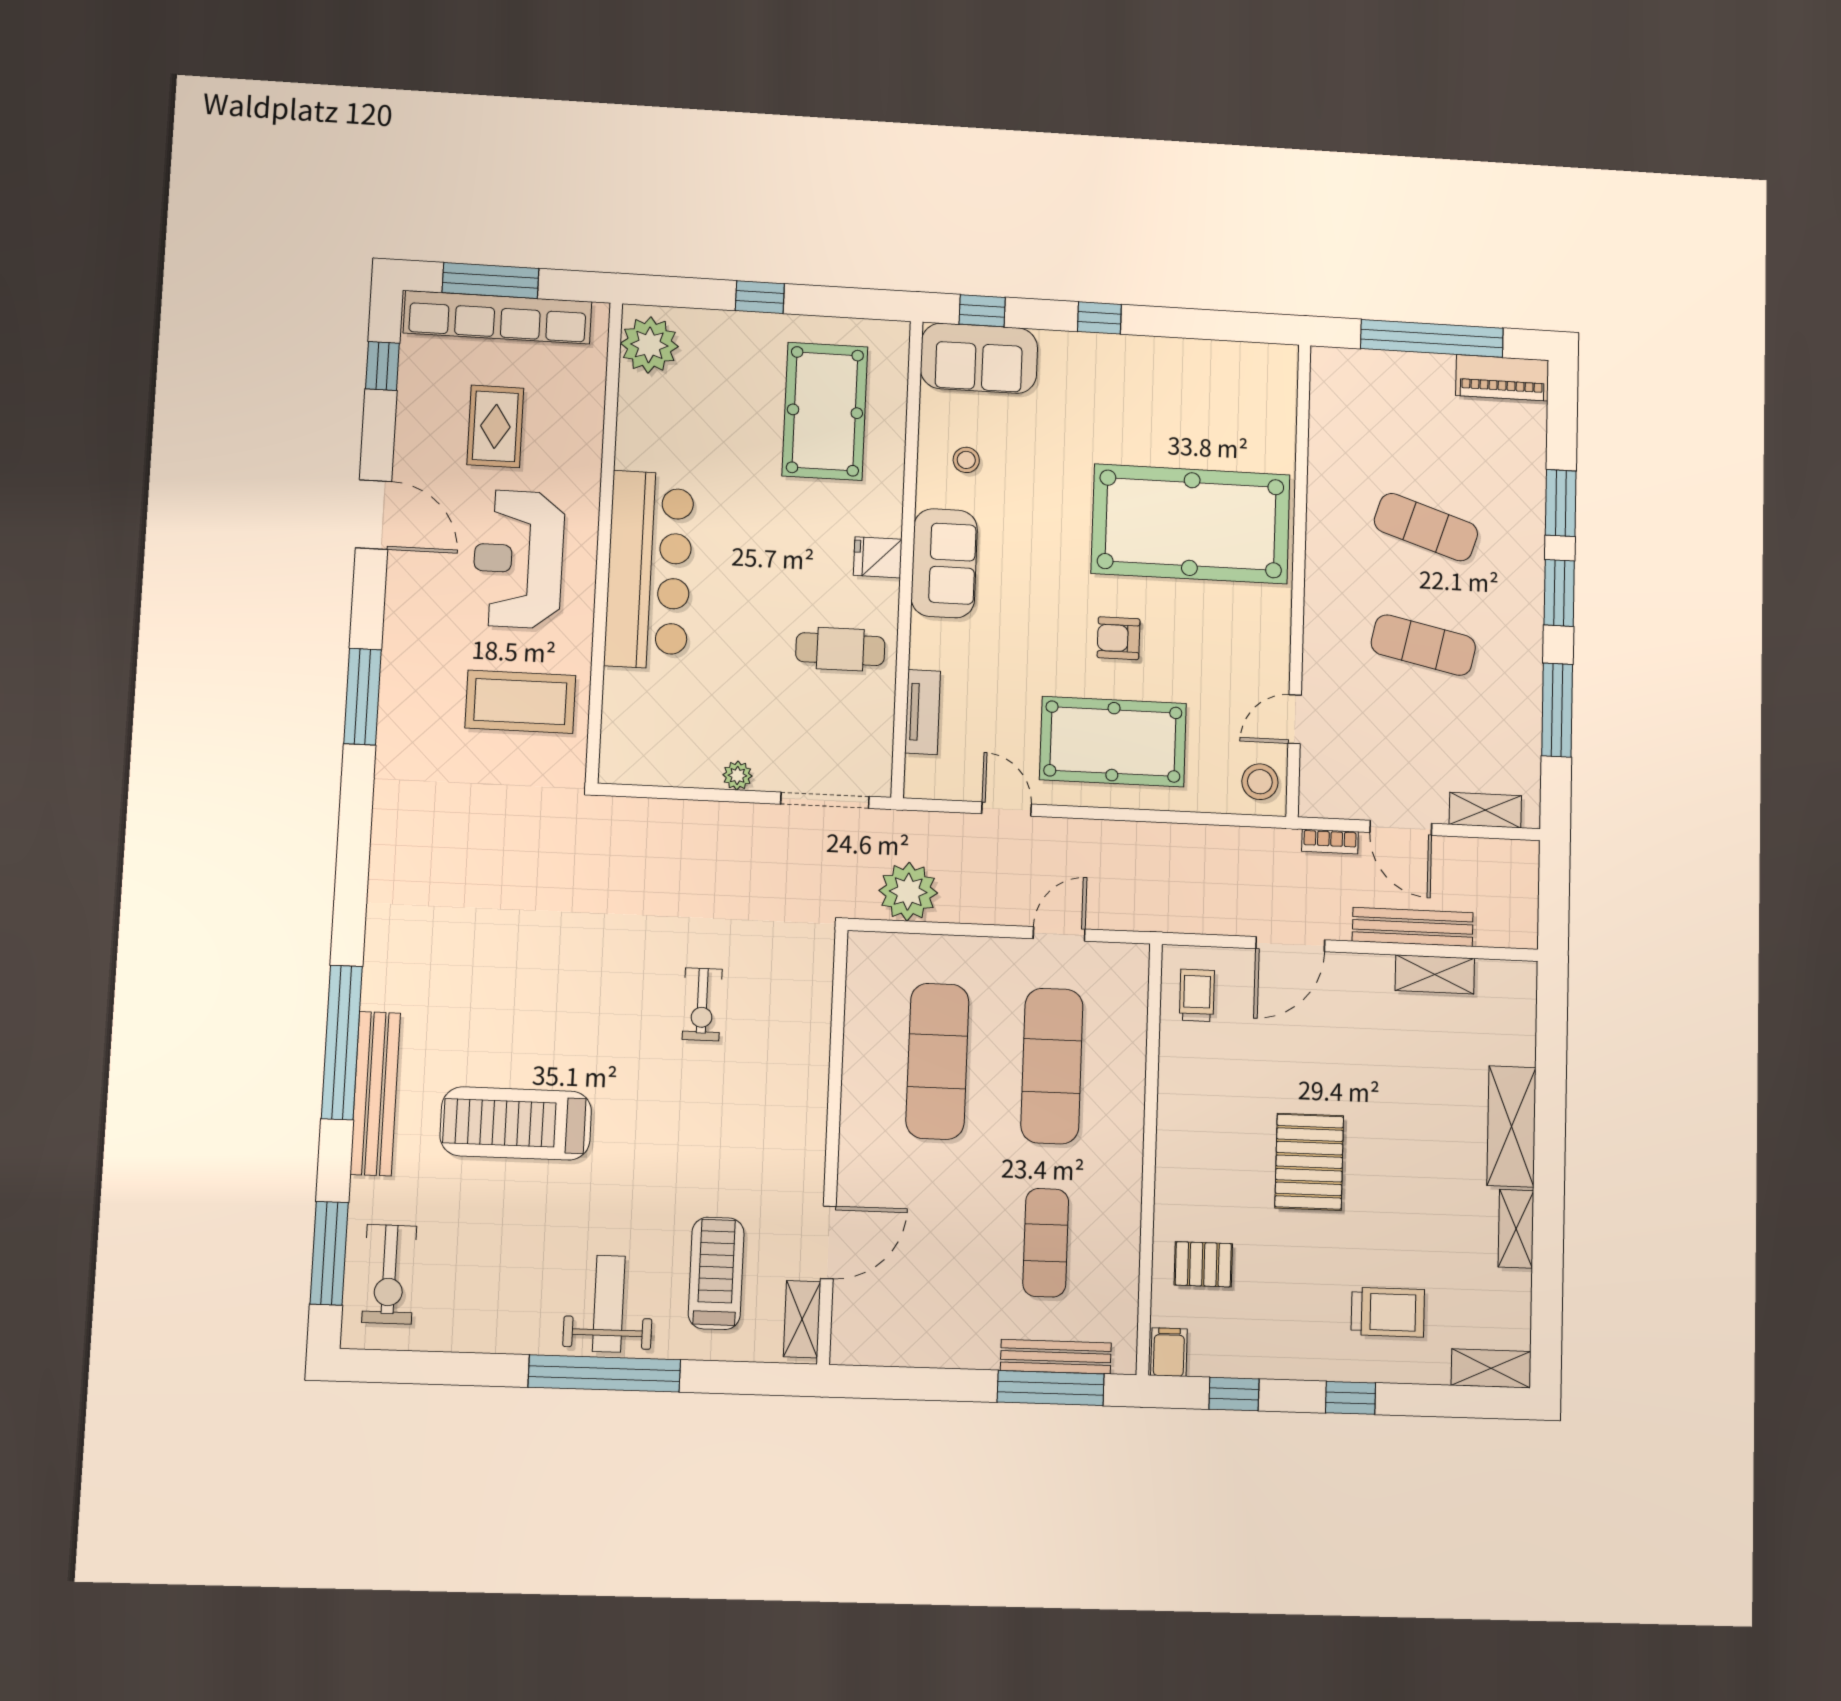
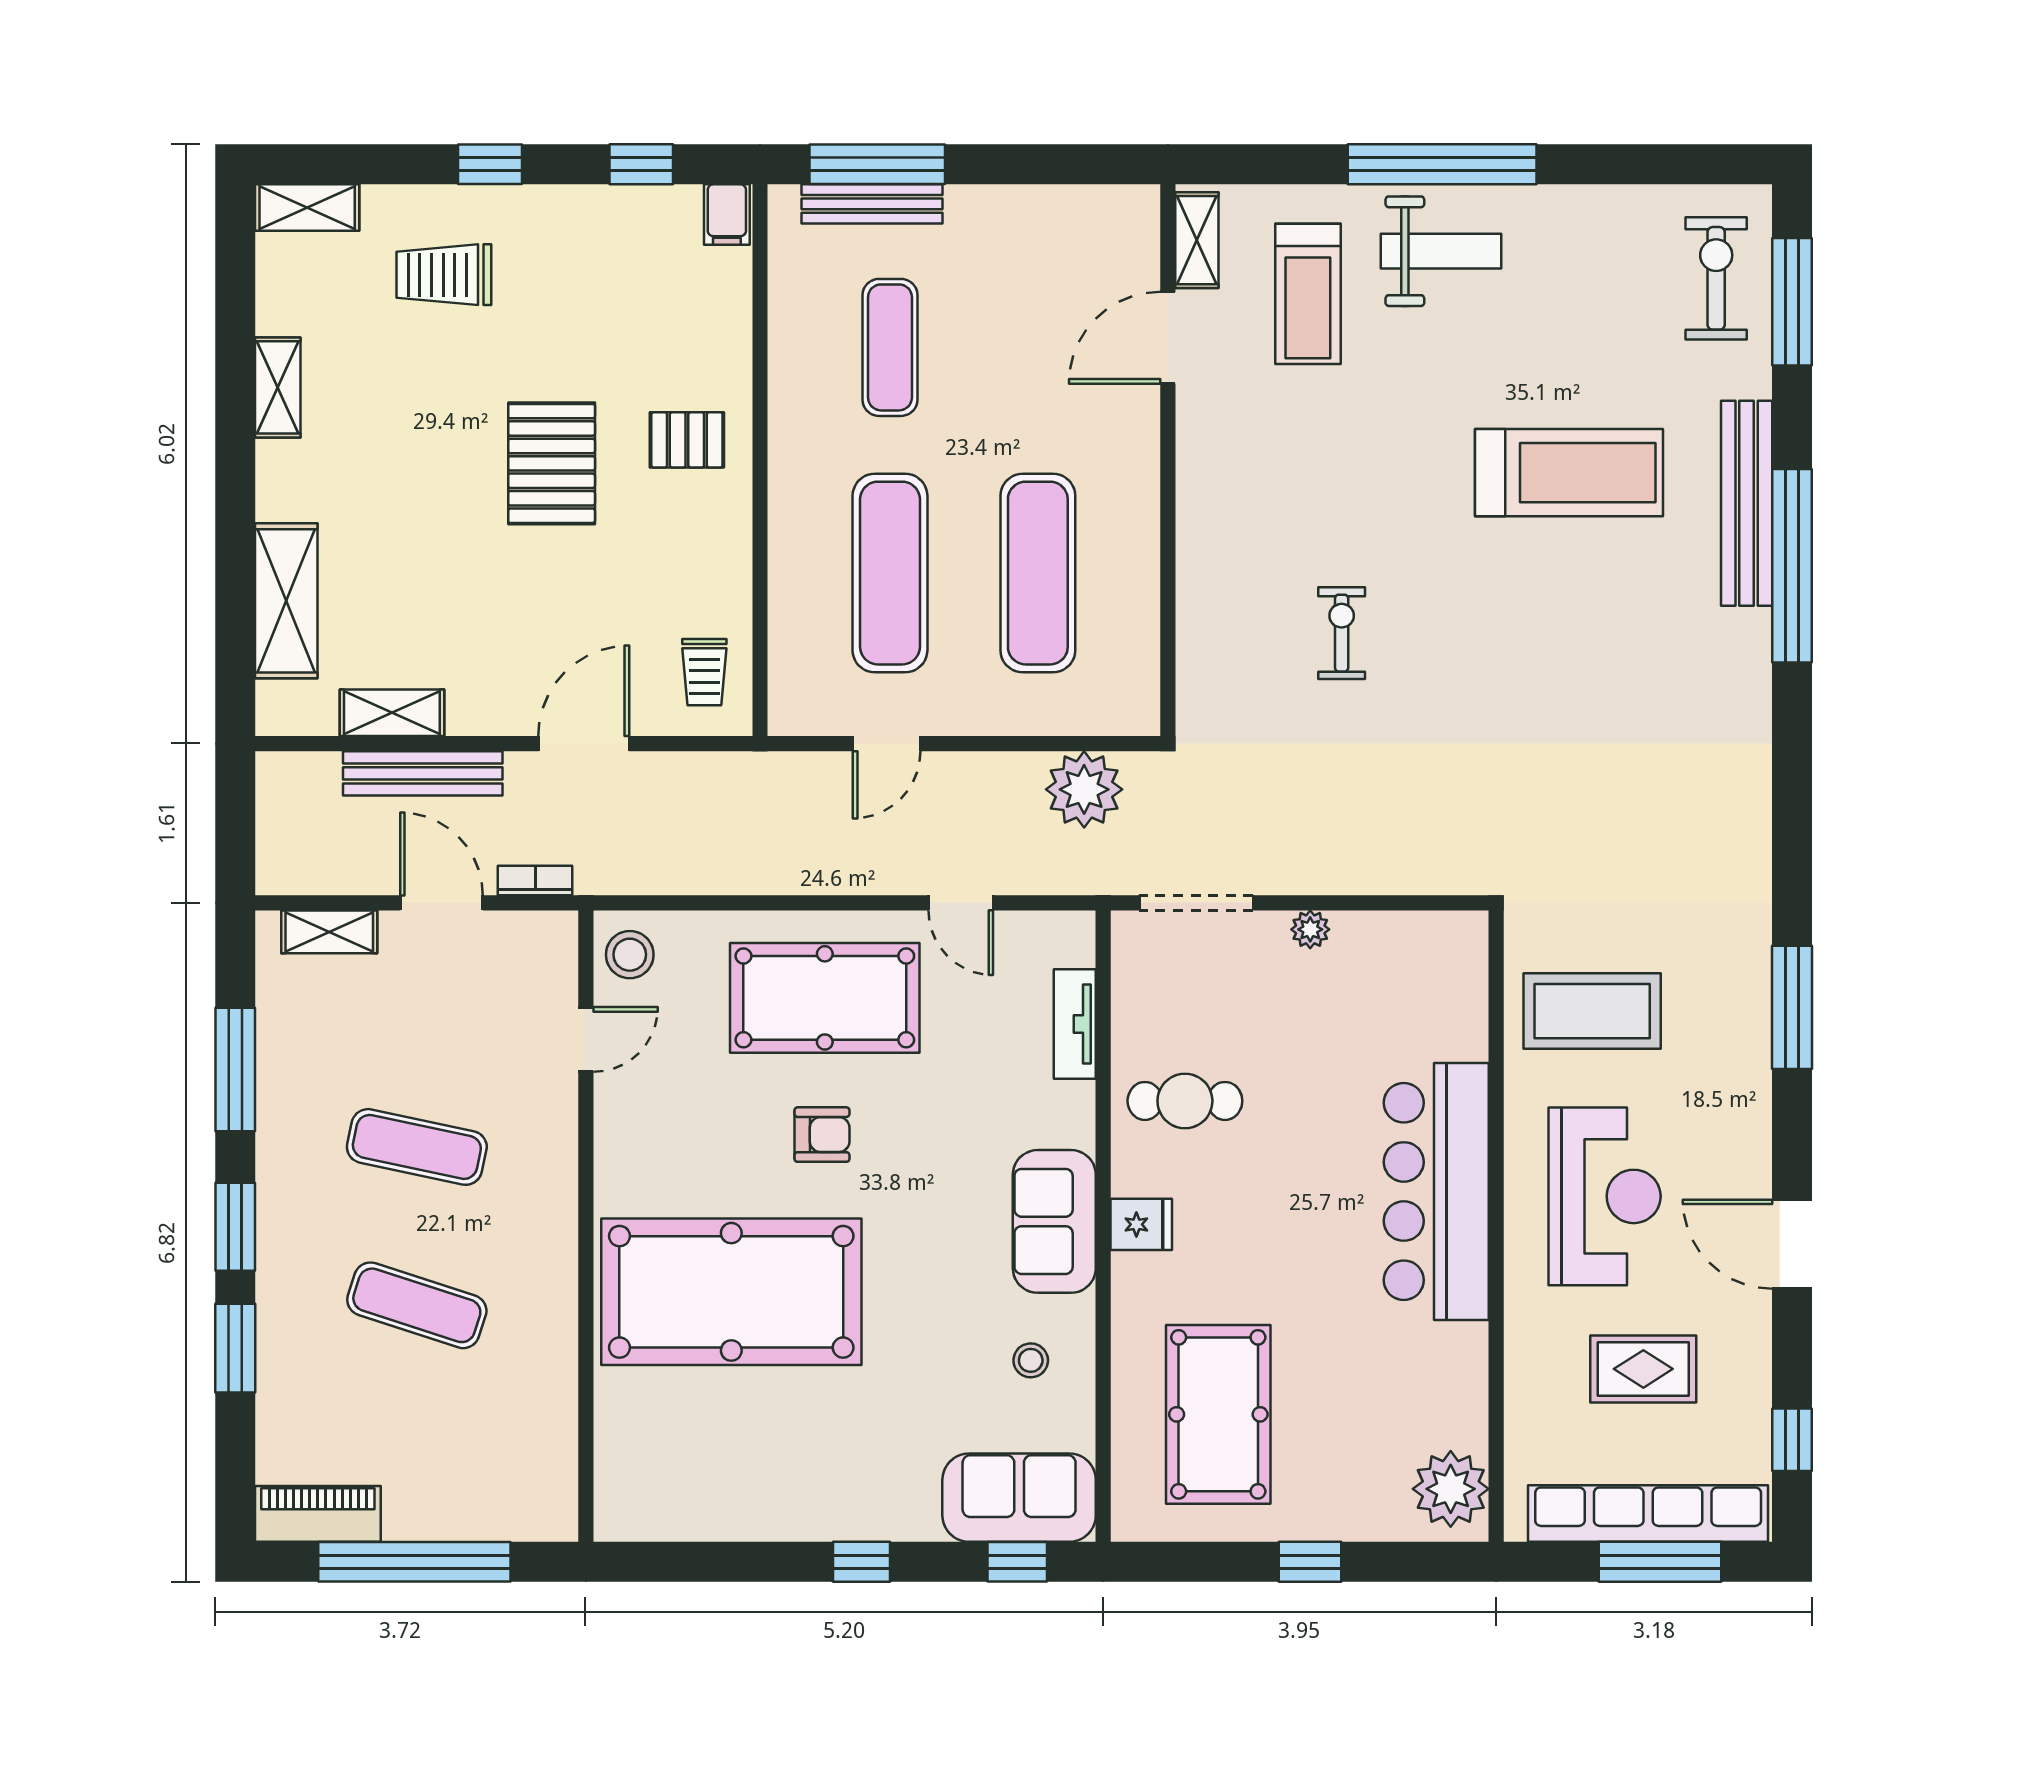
rug: (495, 426) -> (1643, 1369), turned 90
shelving: (1511, 1126) -> (286, 601), moved
pallet: (1203, 1264) -> (687, 440), moved
weight bench: (609, 1304) -> (1441, 251), turned -90

